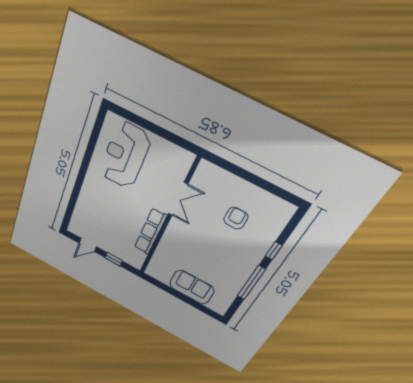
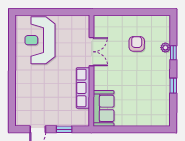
plant: (268, 240) -> (165, 48), added
window: (251, 283) -> (173, 86), width x0.46
sofa: (192, 287) -> (104, 108), moved, turned 90

